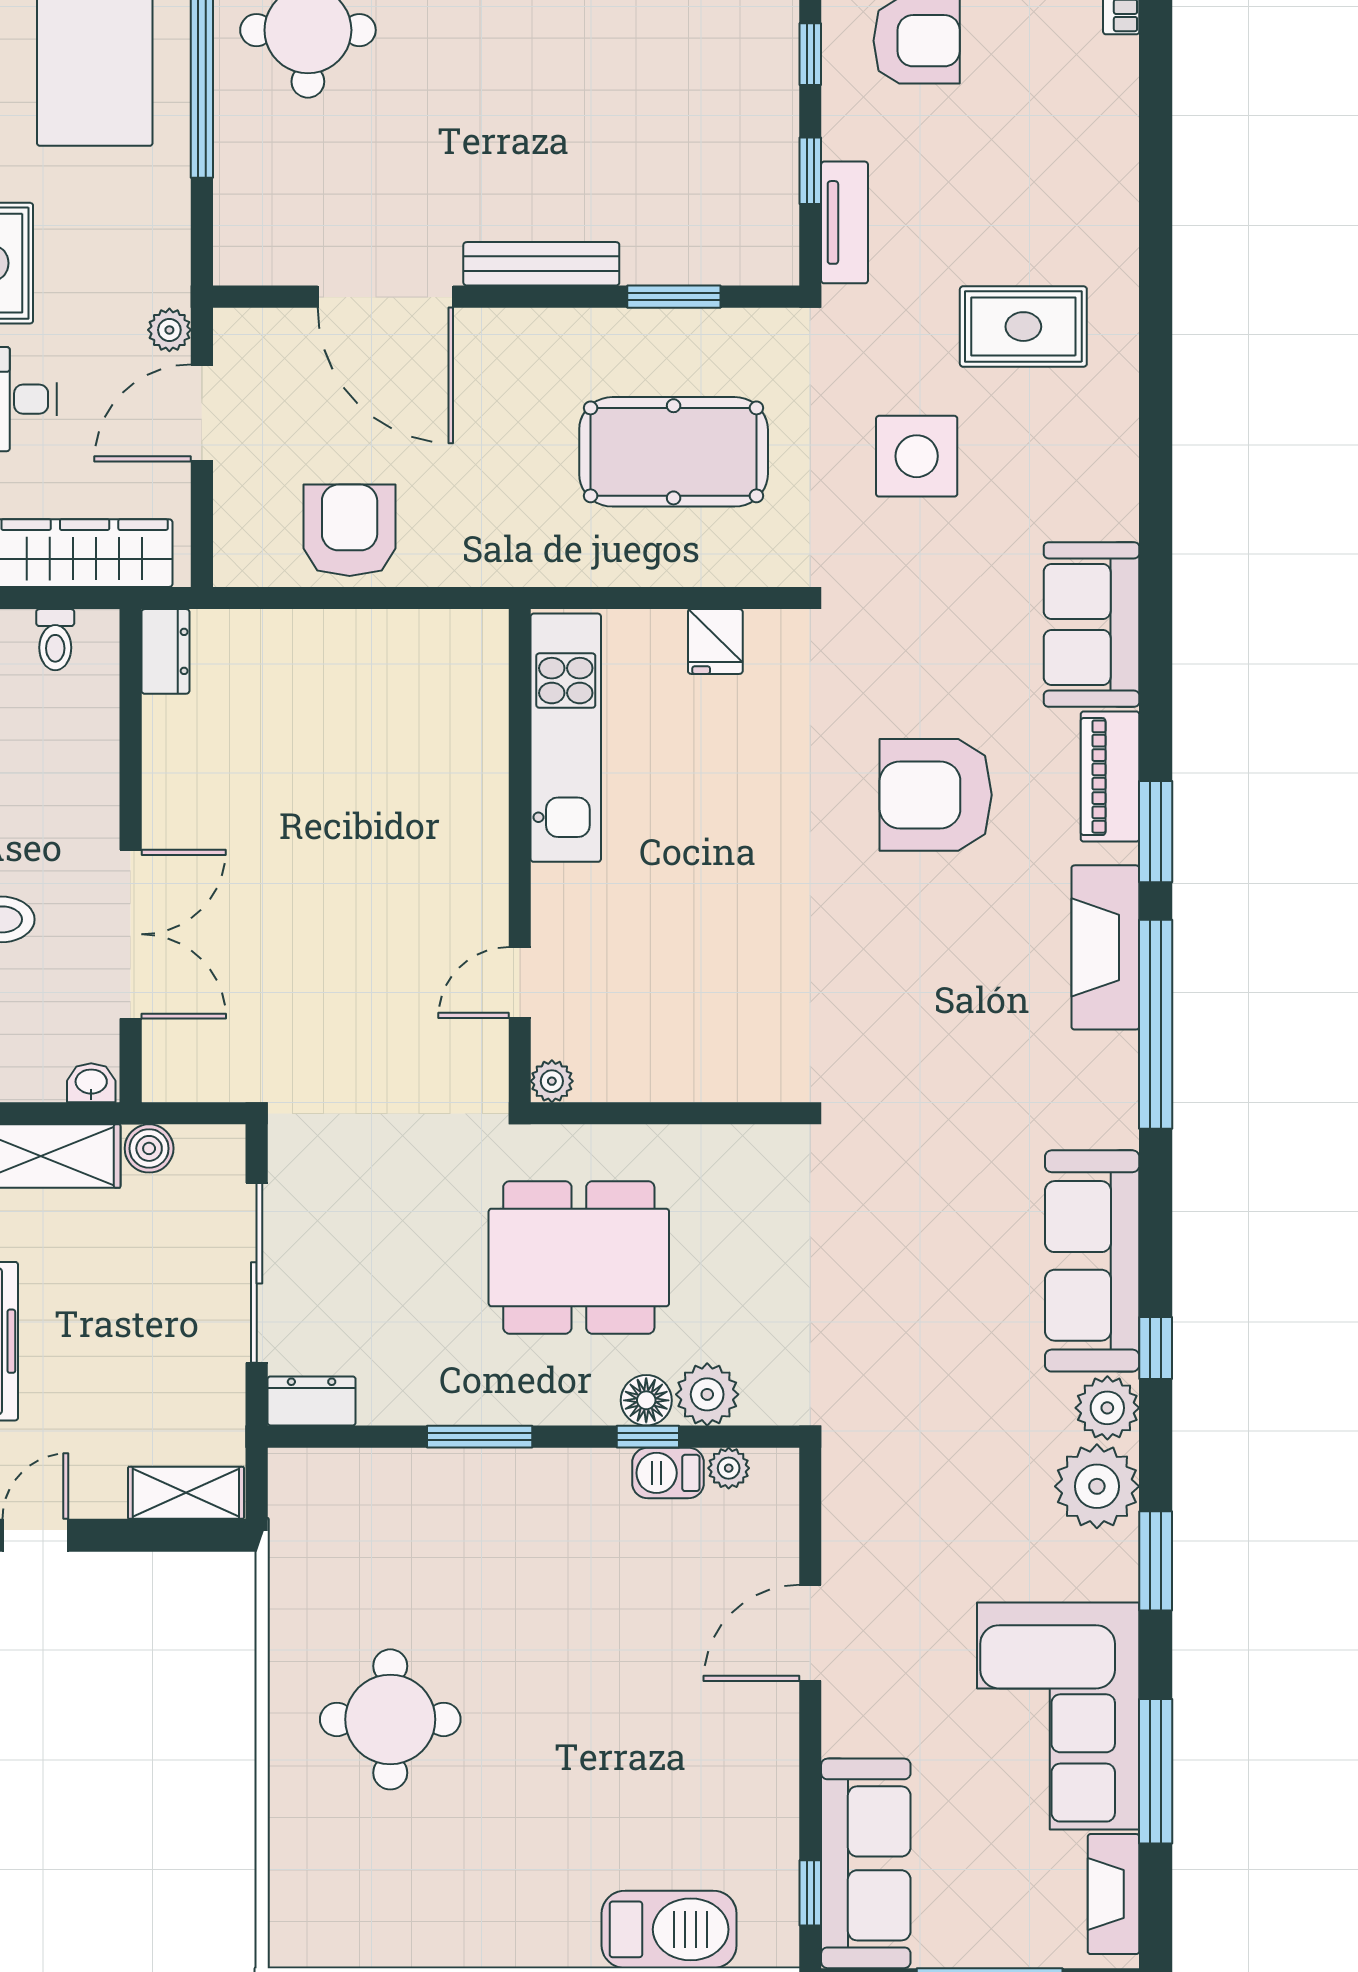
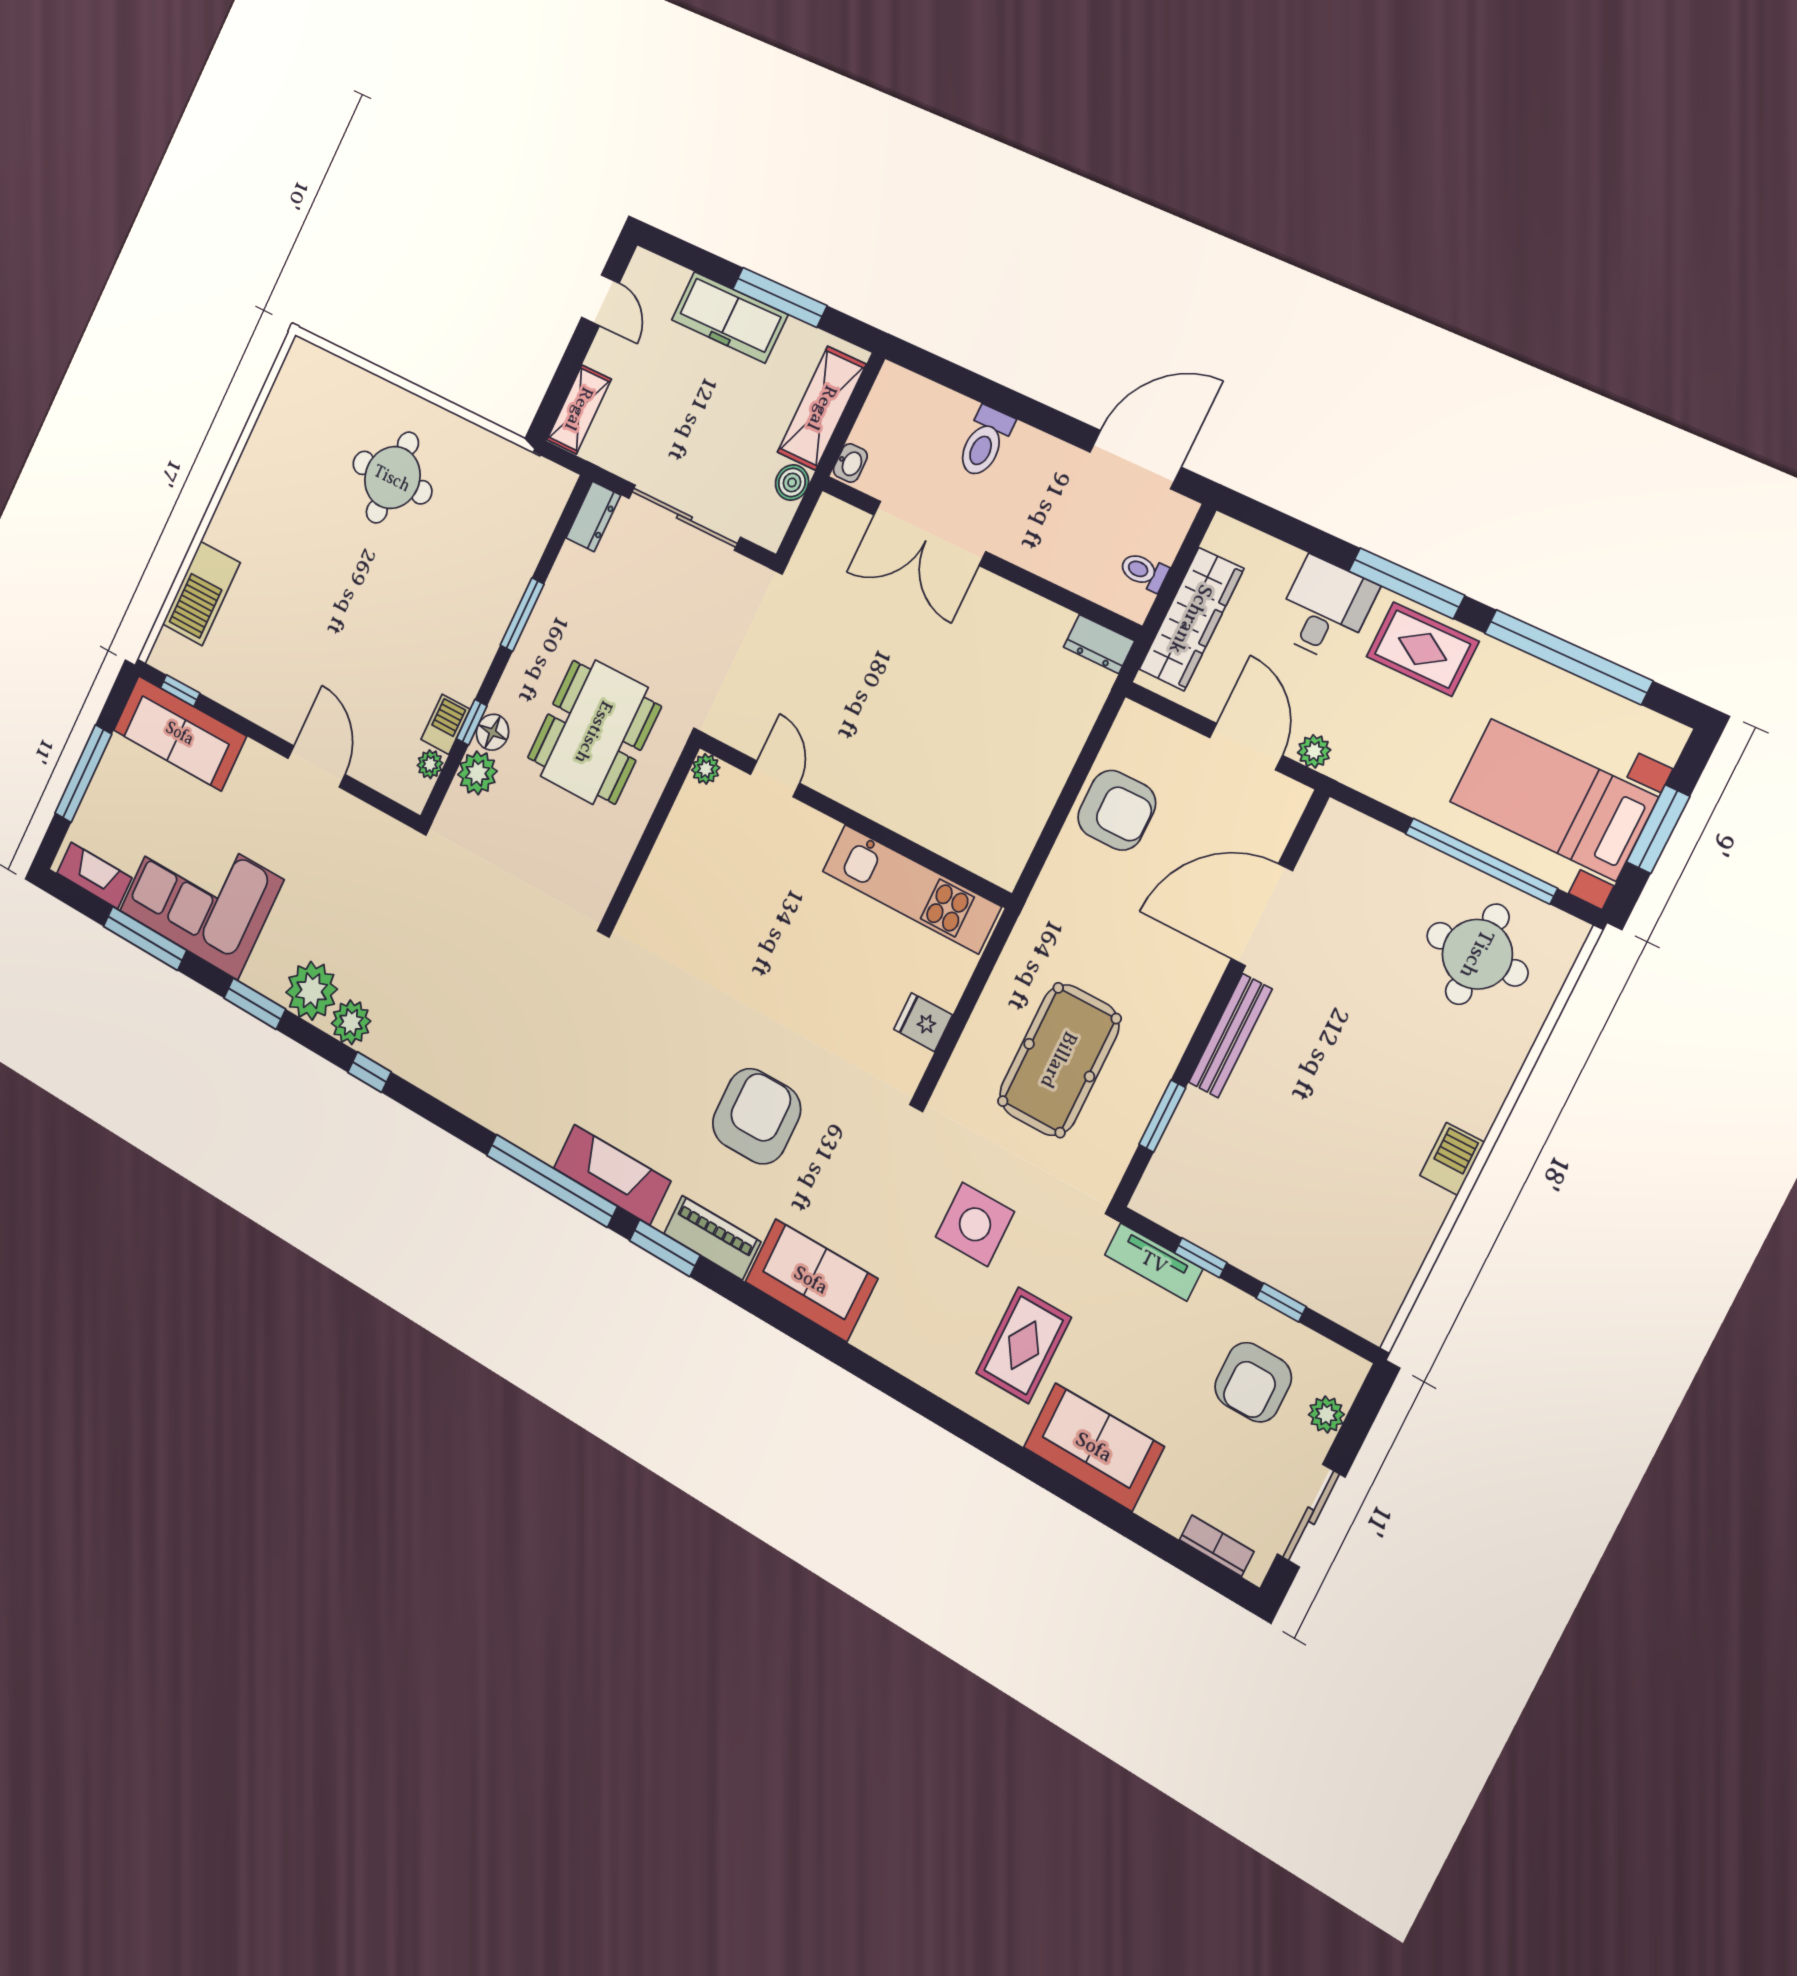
sofa: (1092, 1261) -> (1094, 1447), moved, width x0.73

